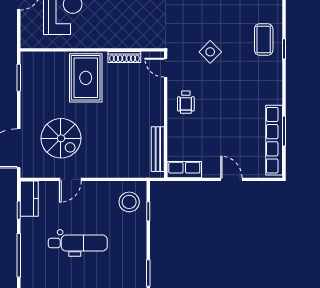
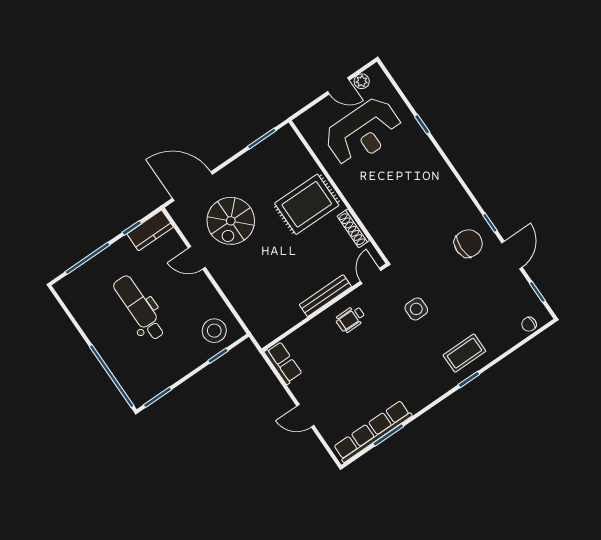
side table: (210, 52) -> (416, 309), turned 45
bench: (158, 149) -> (325, 296), moved
door: (231, 179) -> (305, 416), swing flipped
dental chair: (78, 243) -> (139, 308), turned 180

